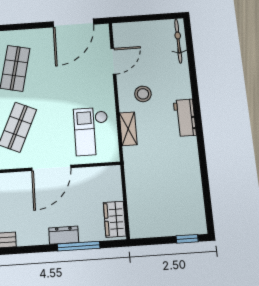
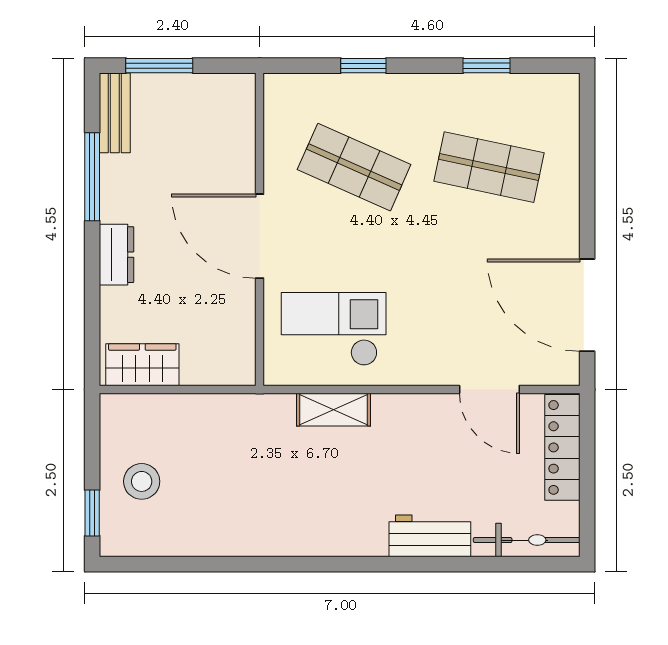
locker: (136, 29) -> (562, 447), added
stool: (143, 94) -> (142, 481), moved
workbench: (185, 118) -> (430, 536), moved
window: (79, 246) -> (92, 177), moved

